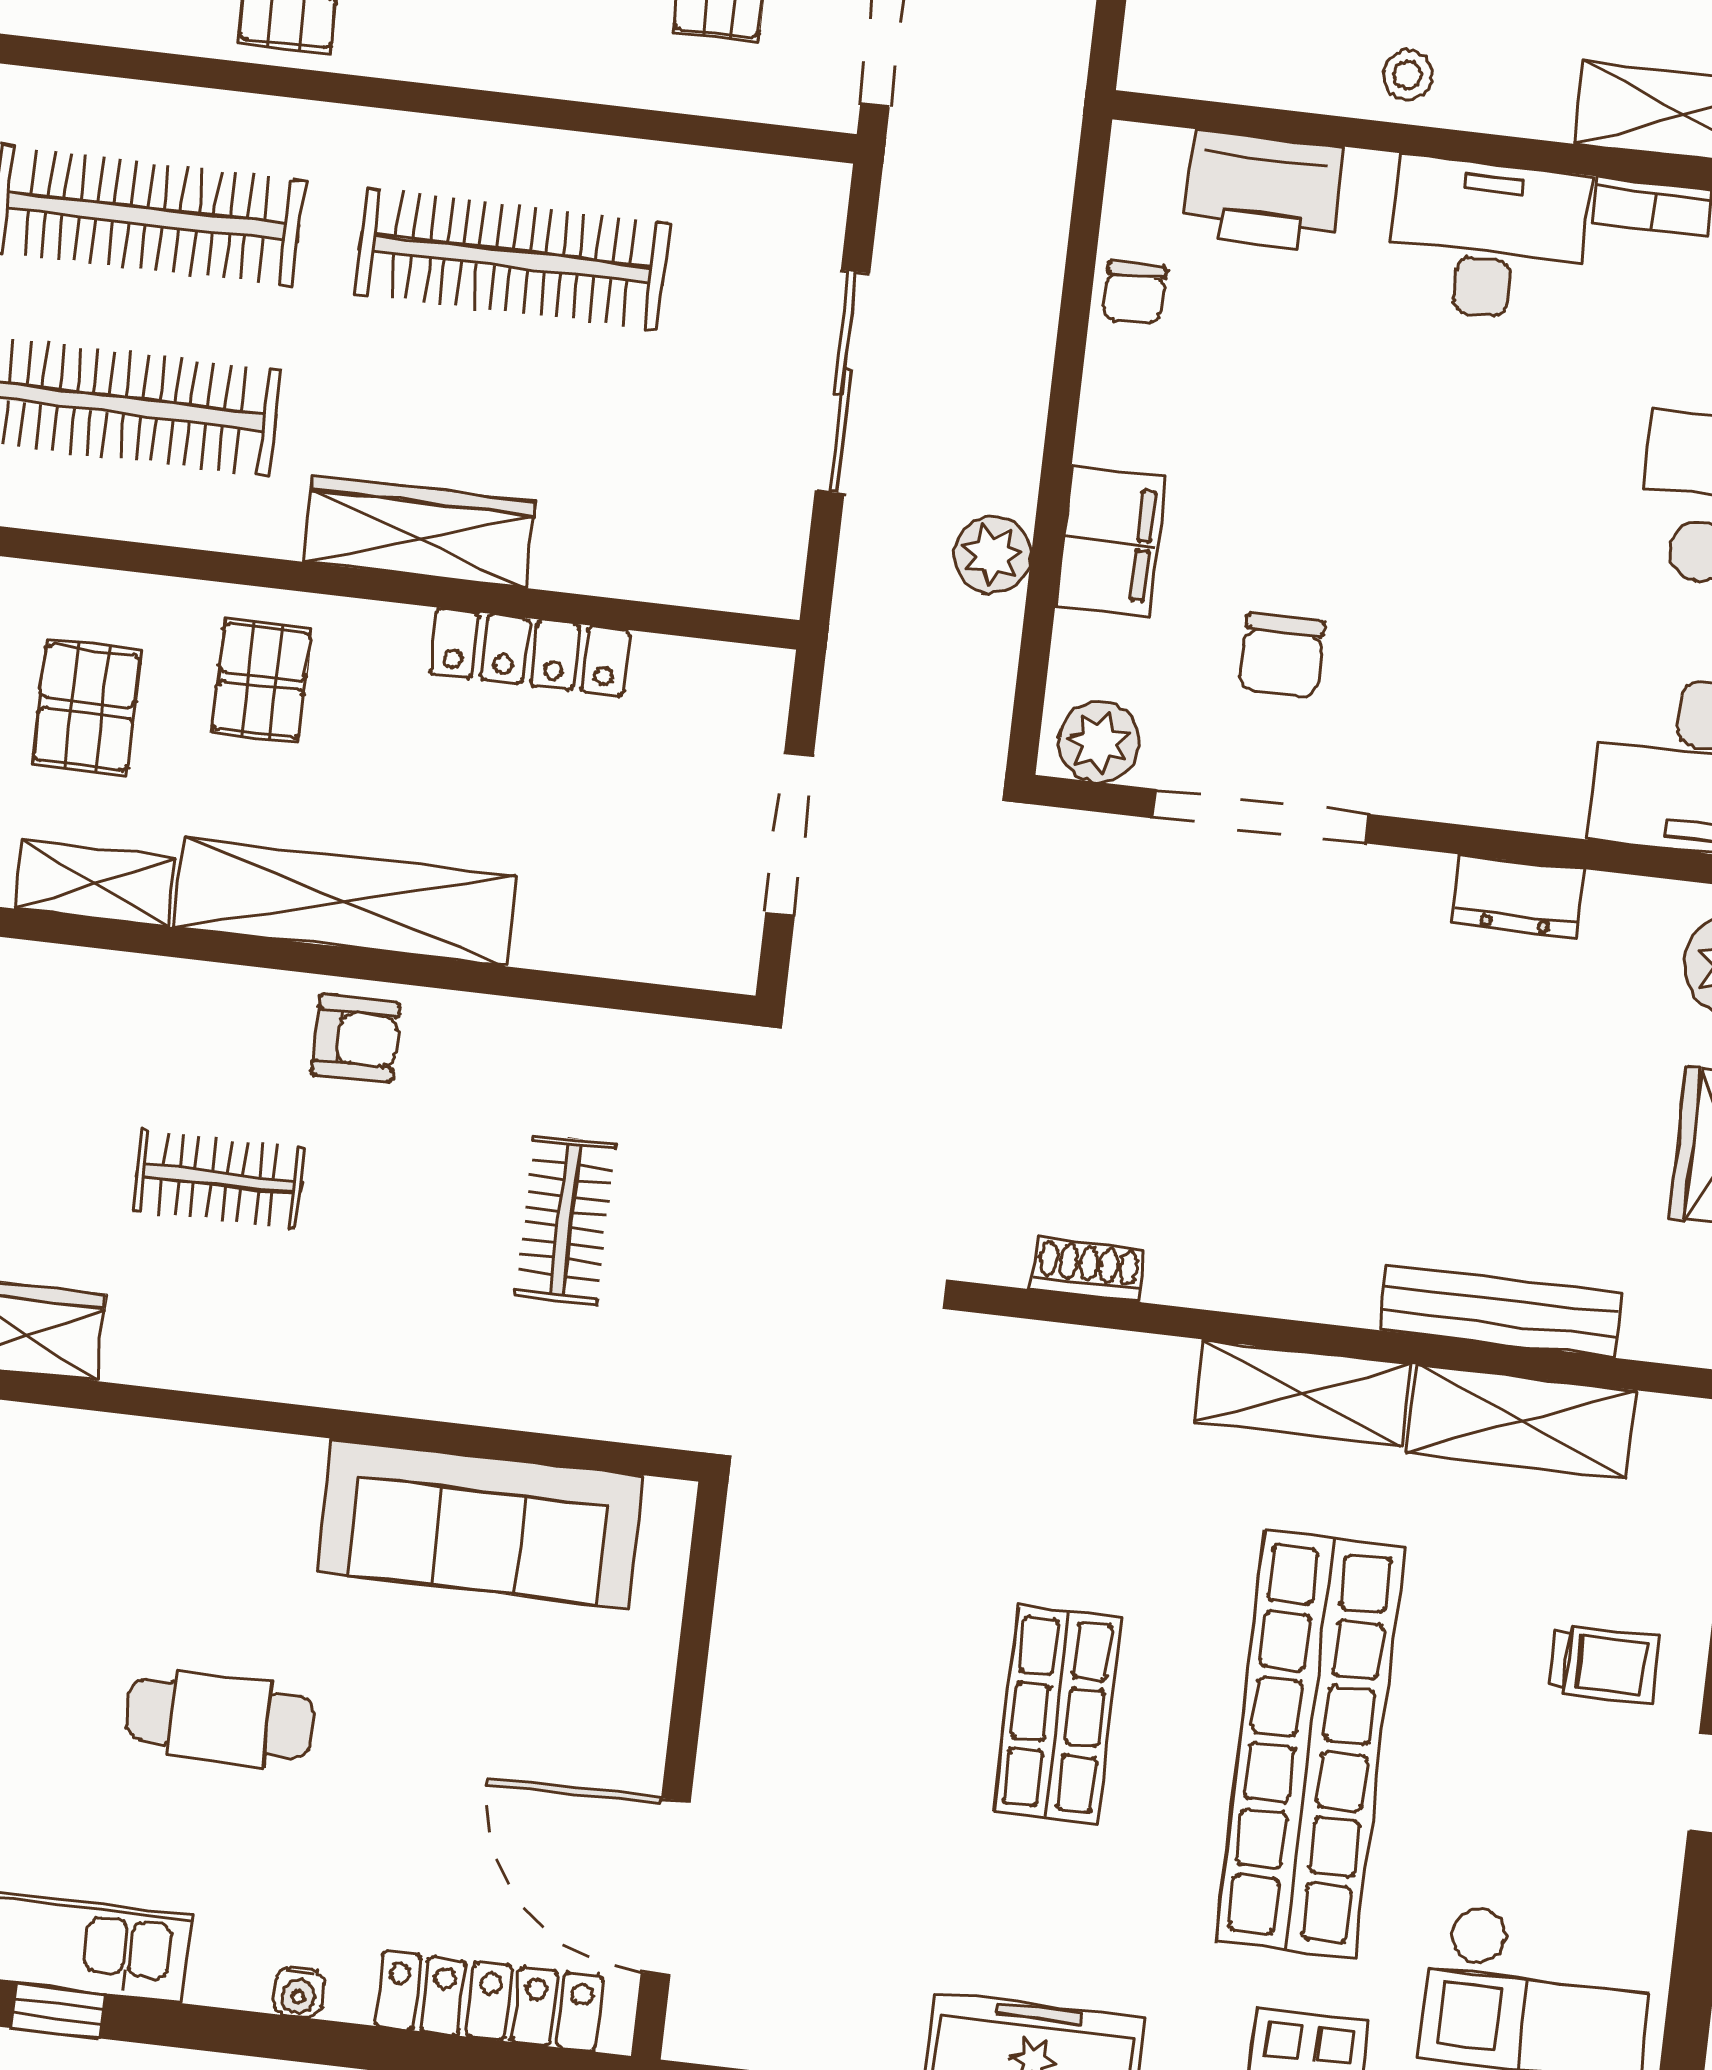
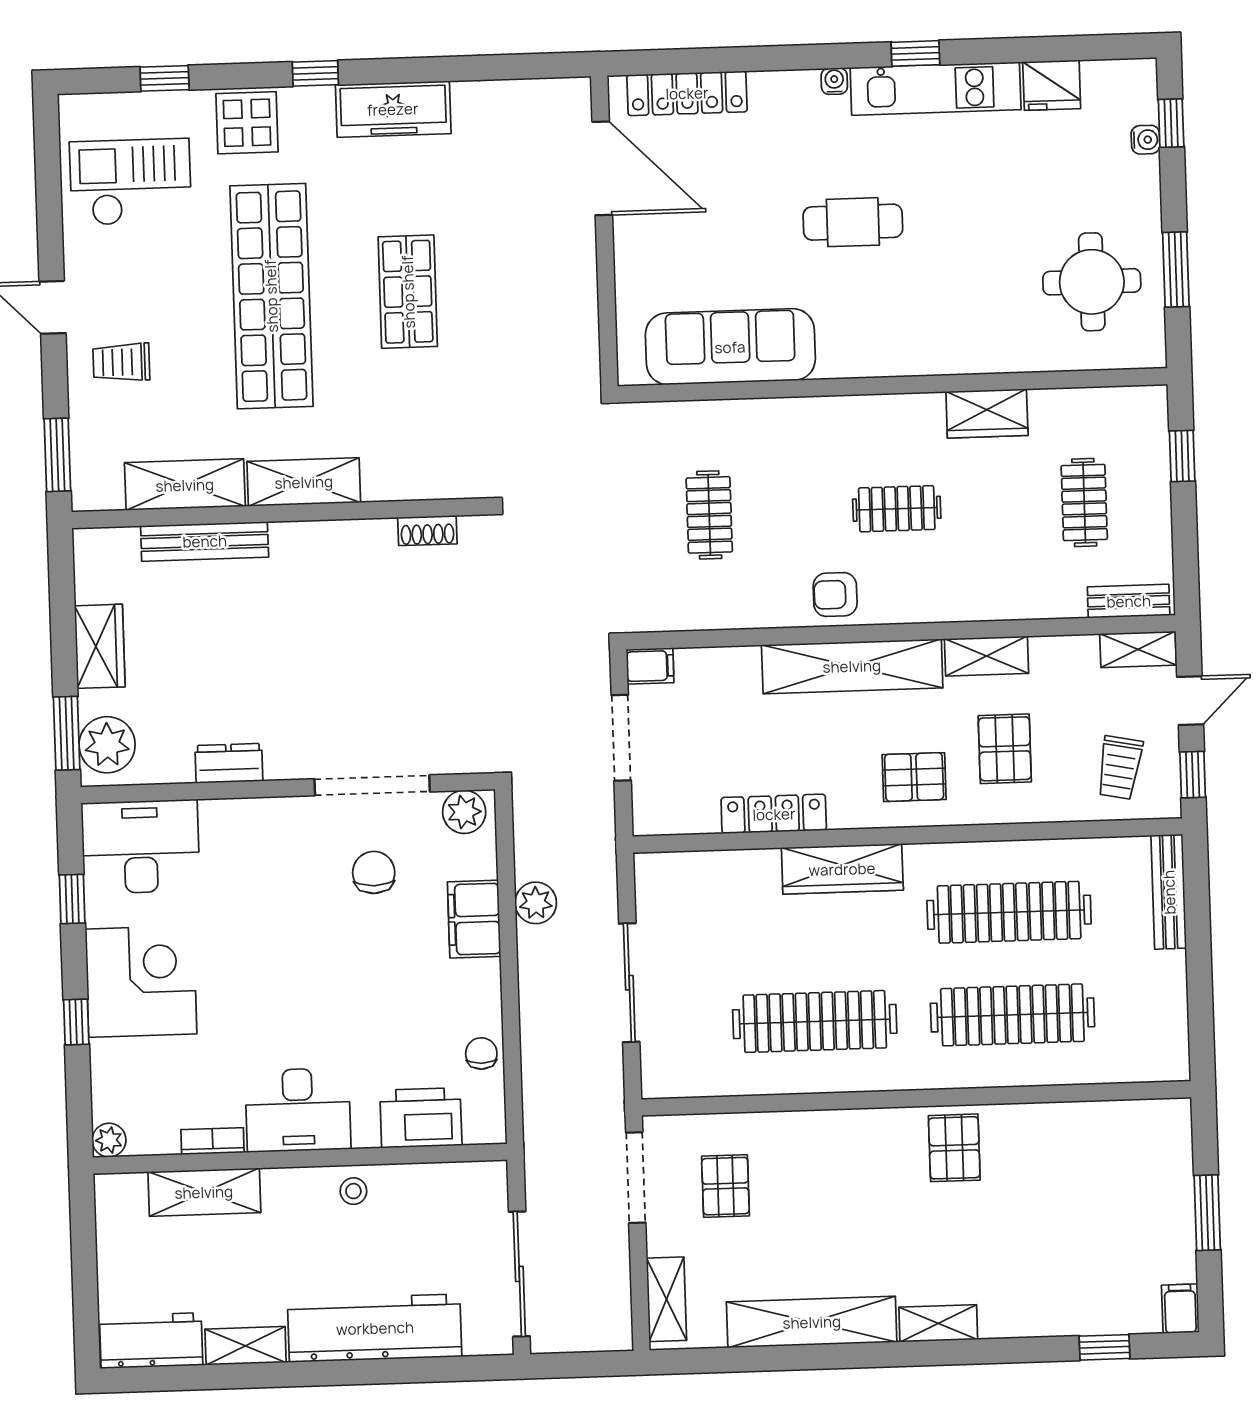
pallet: (262, 681) -> (914, 777), turned 90
filing cabinet: (716, 958) -> (650, 666), added
water cooler: (299, 1993) -> (834, 81), moved

